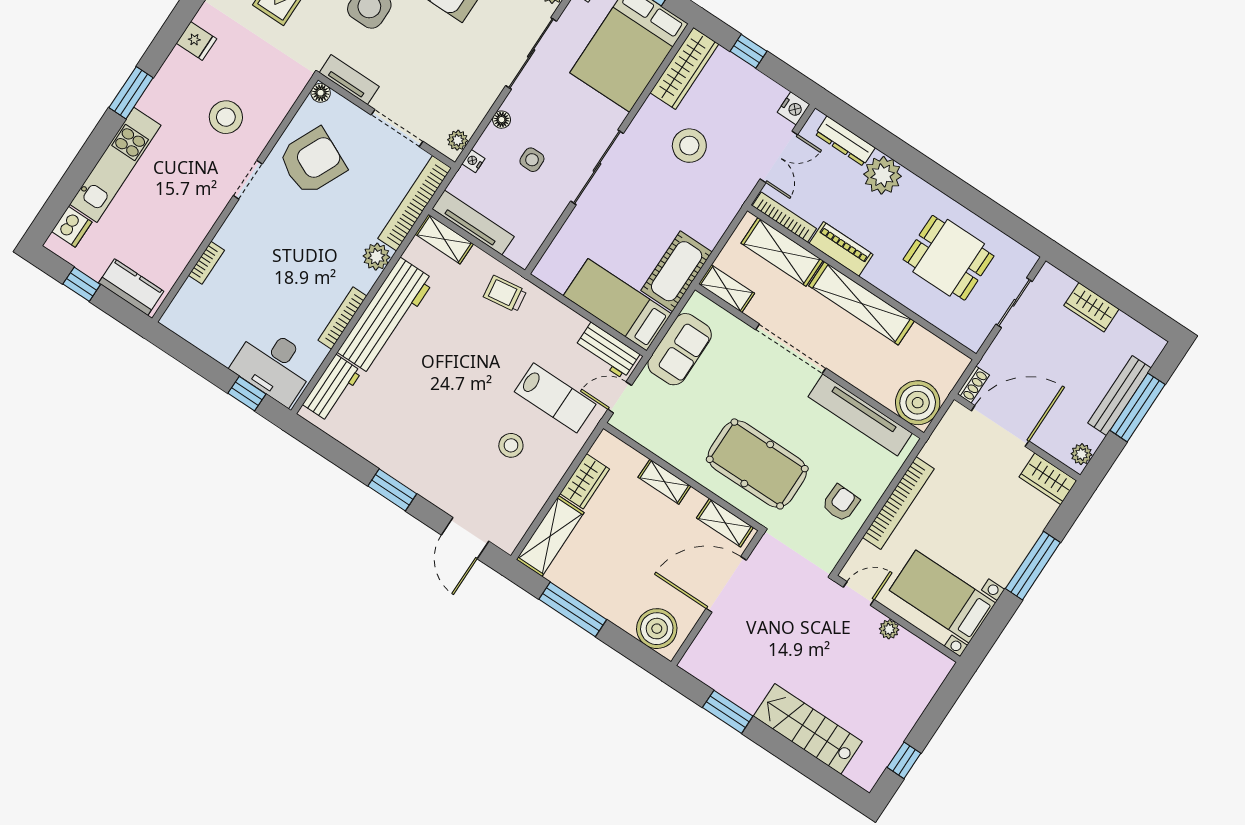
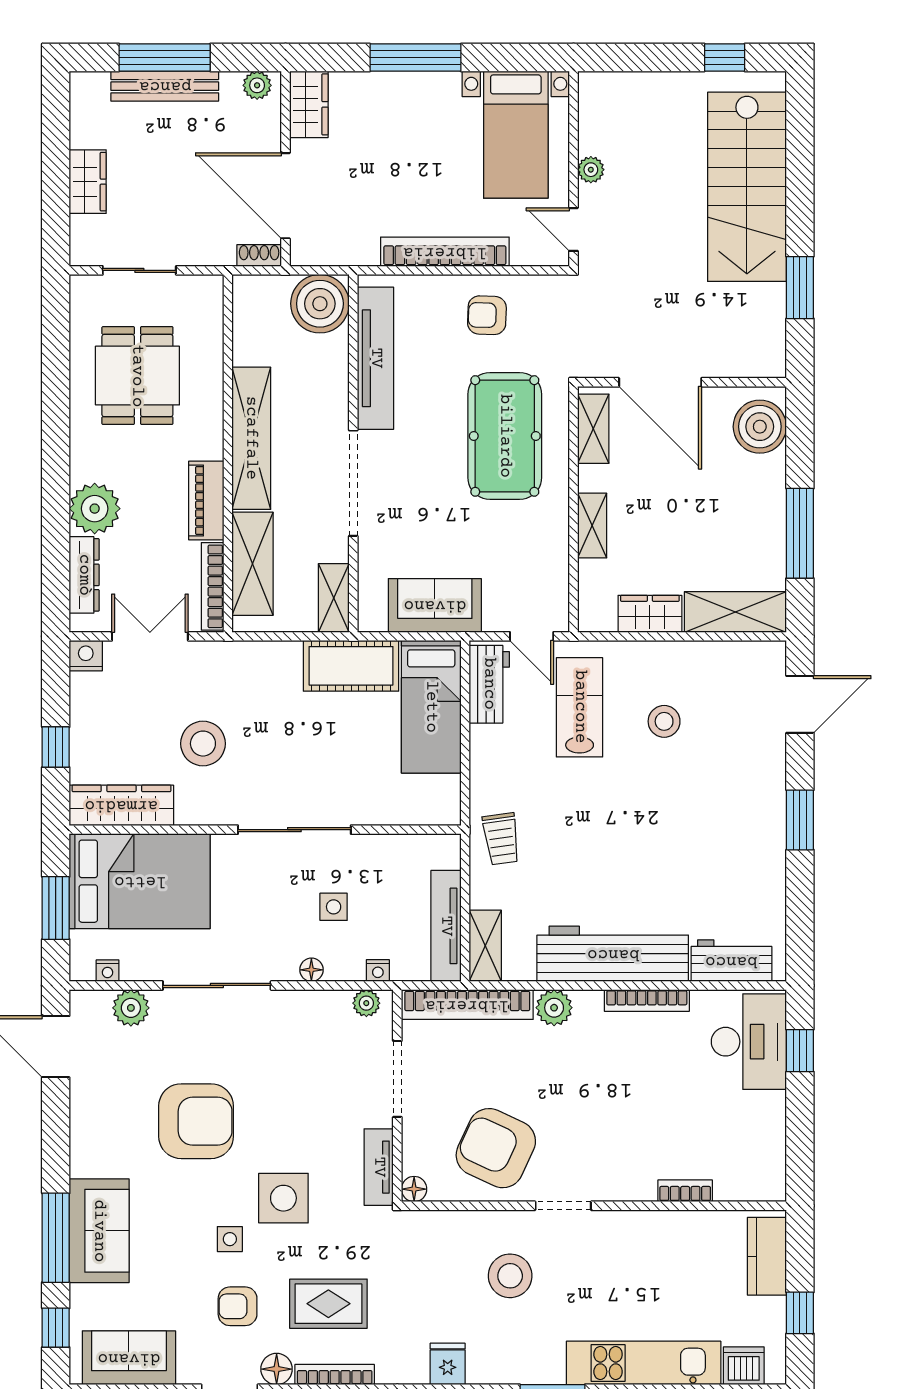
stairs: (808, 729) -> (747, 187), width x1.36, depth x1.51

